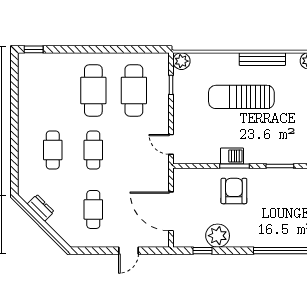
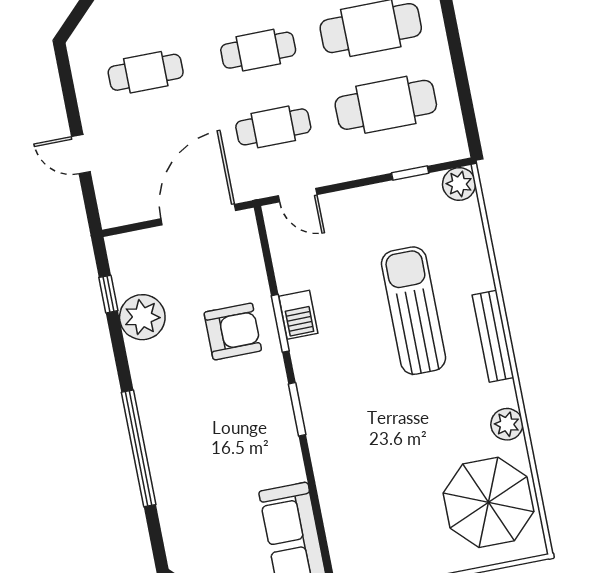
door: (171, 144) -> (298, 195), swing flipped
cafe table: (134, 150) -> (273, 127), added
door: (171, 211) -> (198, 215), moved

